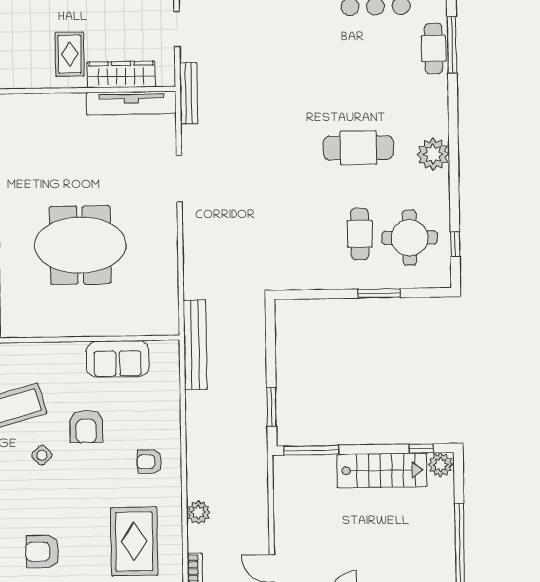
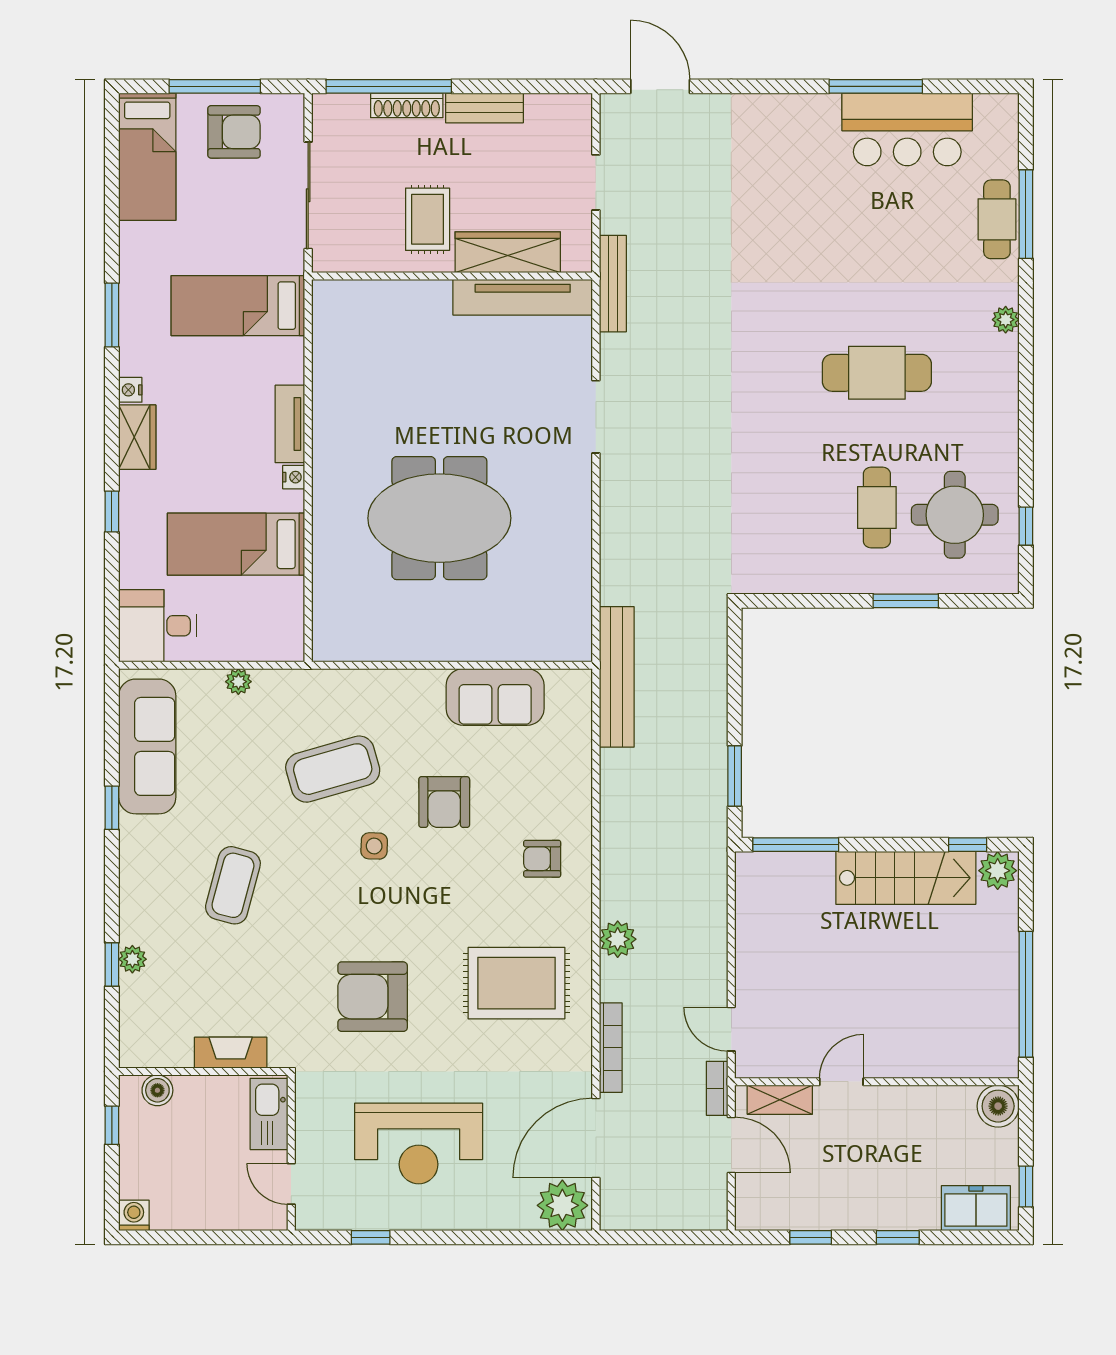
plant: (433, 154) -> (1006, 320), moved, width x0.53, depth x0.53
side table: (42, 455) -> (374, 846), turned 45
rug: (134, 541) -> (516, 983), turned 90
armchair: (42, 552) -> (373, 997), width x1.36, depth x1.36

